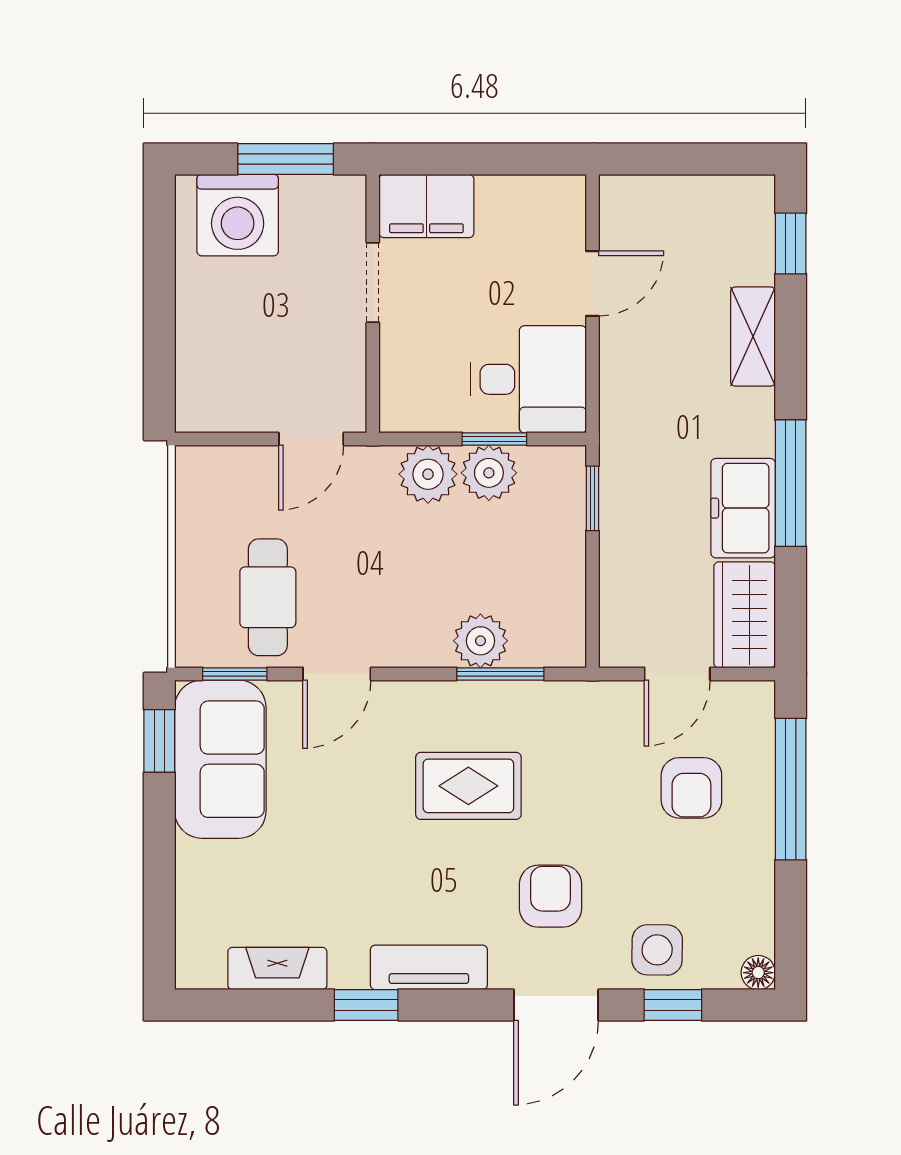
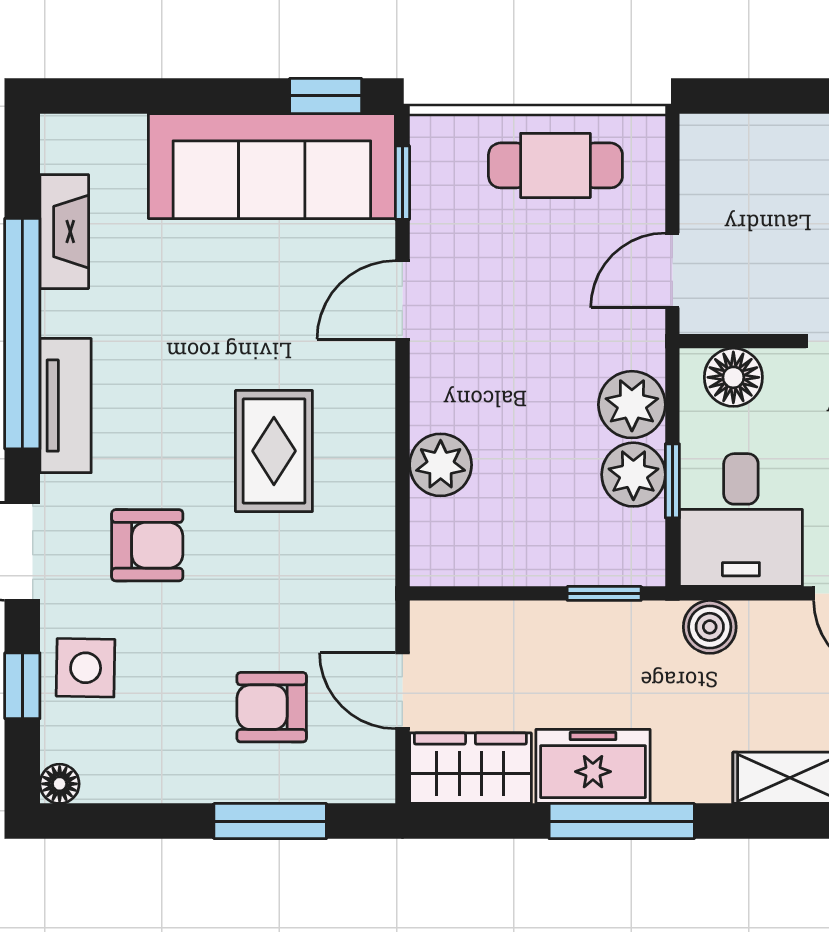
floor lamp: (404, 386) -> (733, 377), added
boiler: (622, 406) -> (710, 627), added
door: (311, 439) -> (672, 270), hinge flipped
cafe table: (268, 597) -> (555, 165), moved
door: (337, 674) -> (402, 300), hinge flipped
window: (500, 674) -> (402, 488), removed
sofa: (220, 759) -> (272, 166), width x1.36
window: (791, 789) -> (270, 821), width x0.69
window: (366, 1005) -> (22, 334), width x3.17

